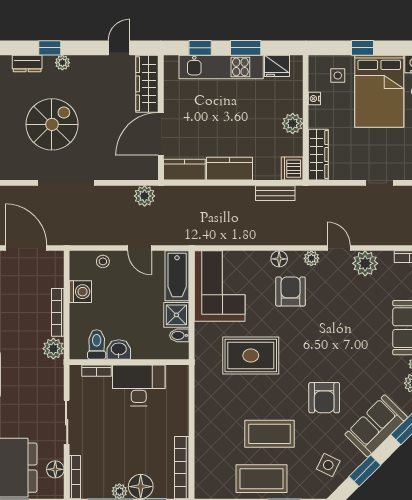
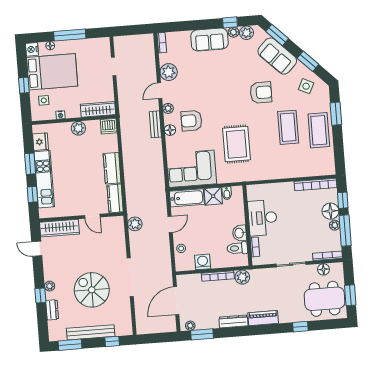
door: (161, 134) -> (92, 216), width x0.53
bench: (275, 193) -> (155, 124), moved

